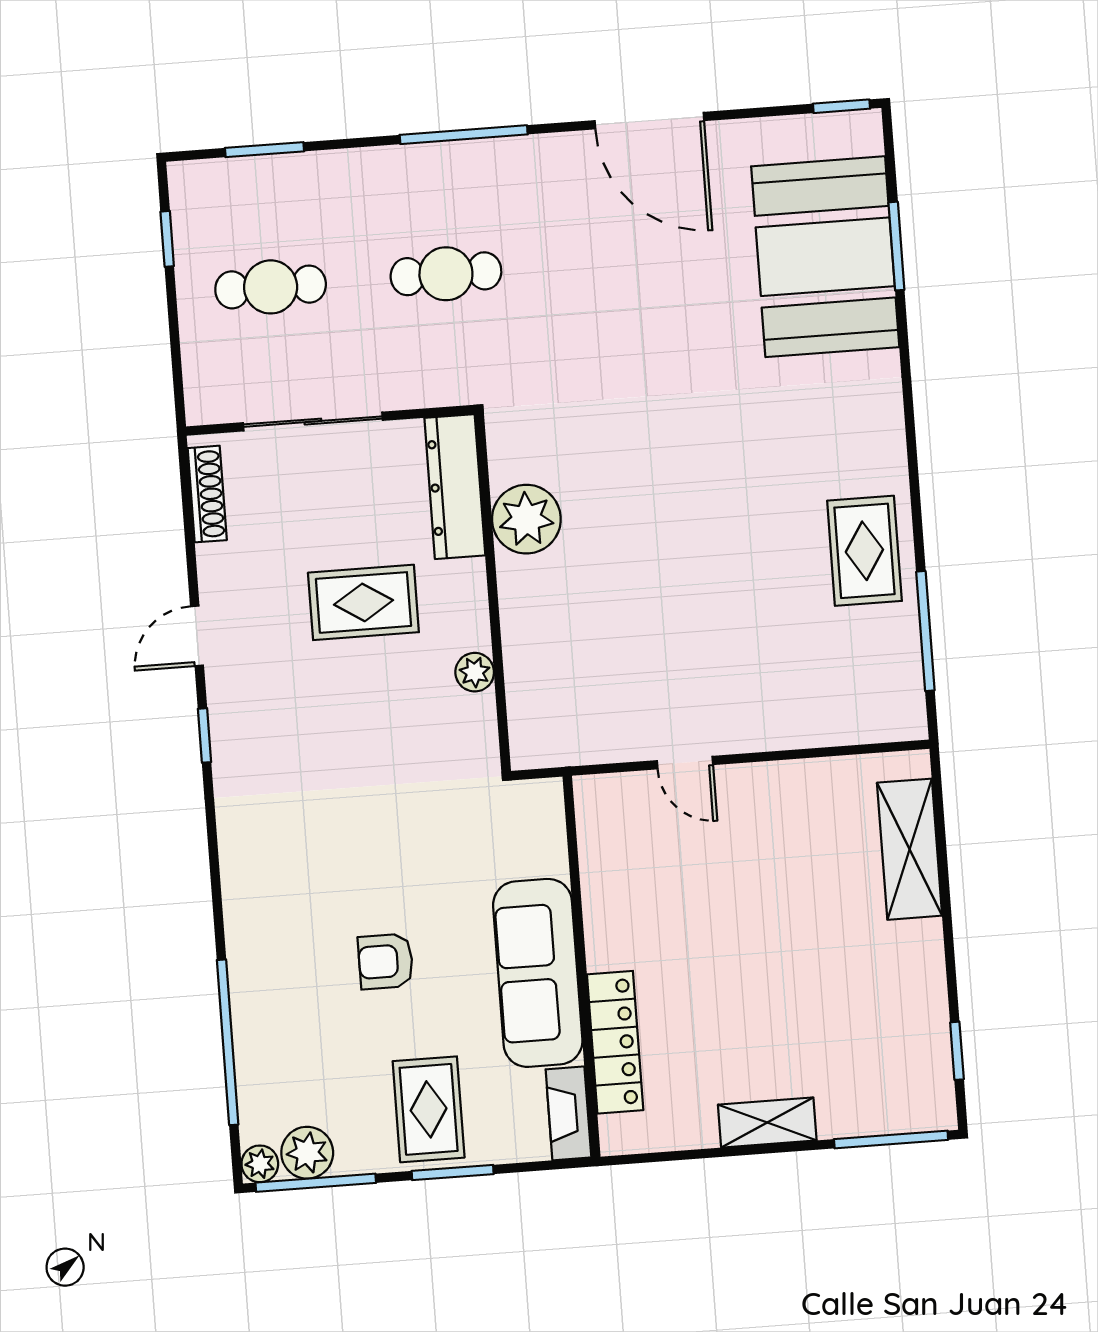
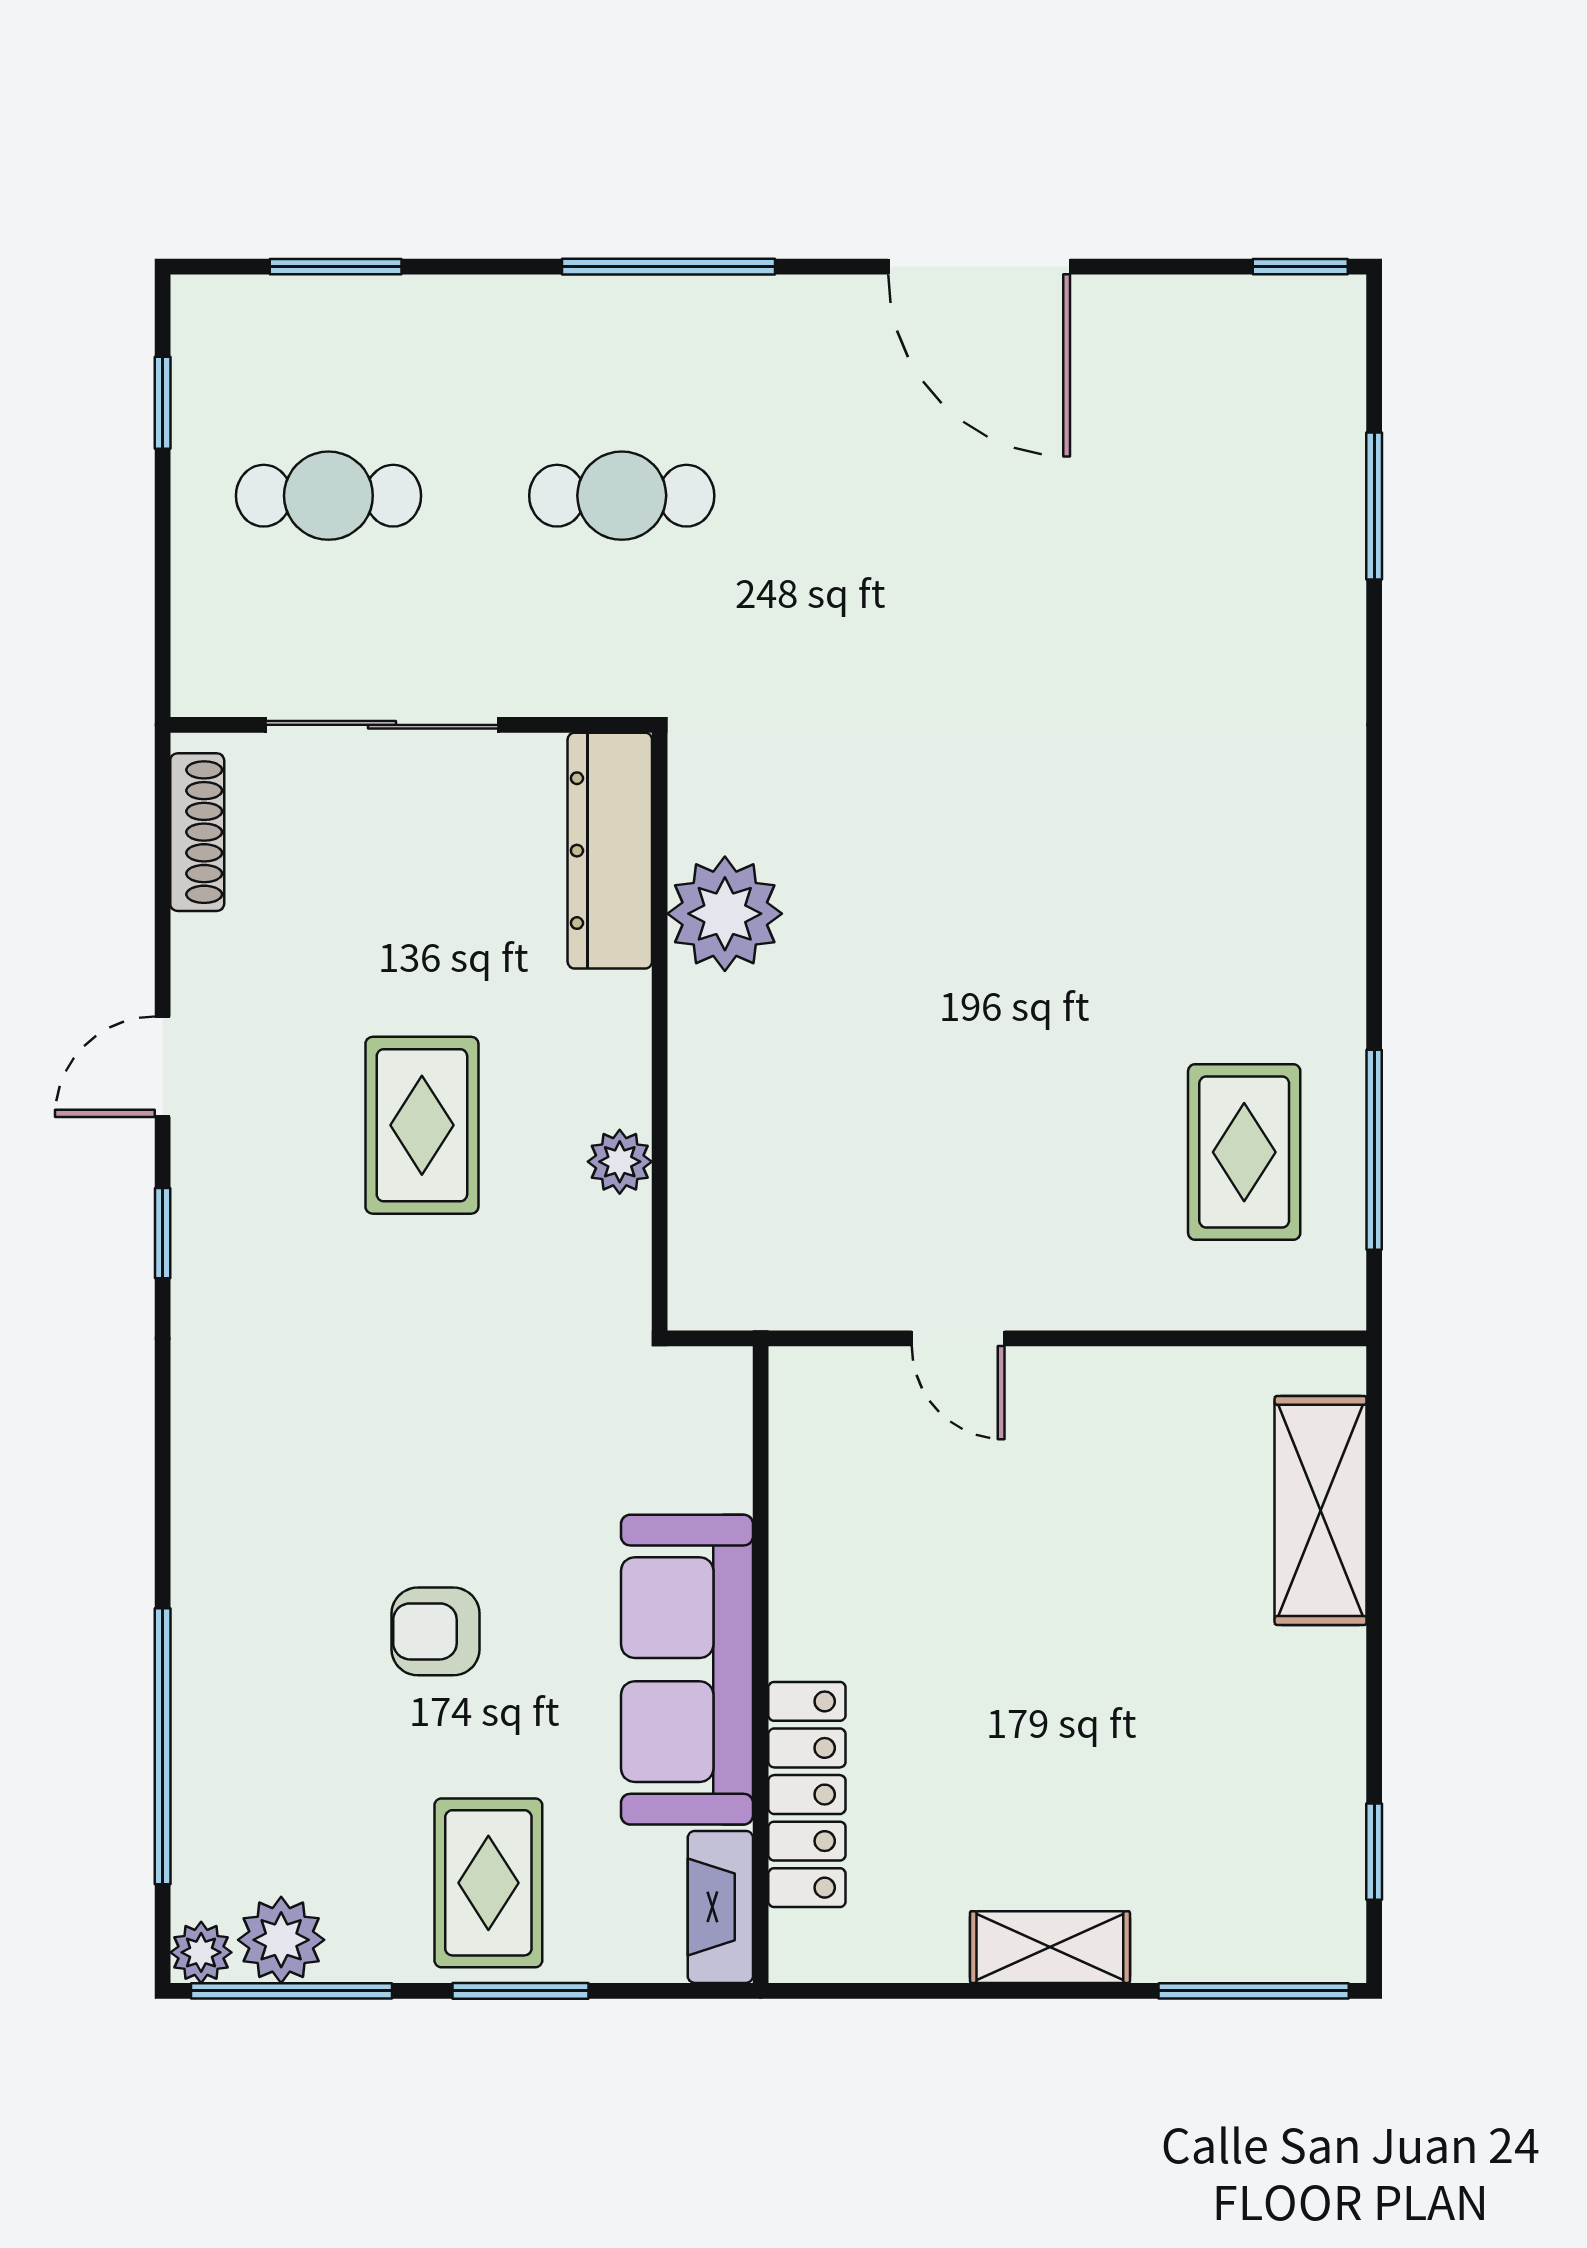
booth: (825, 257) -> (1255, 515), removed
rug: (864, 551) -> (1244, 1152), moved
rug: (363, 602) -> (422, 1125), moved, turned 90

